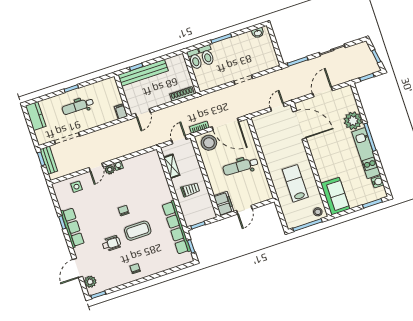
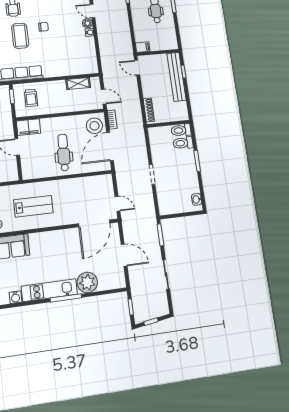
trolley: (190, 190) -> (31, 98), moved

